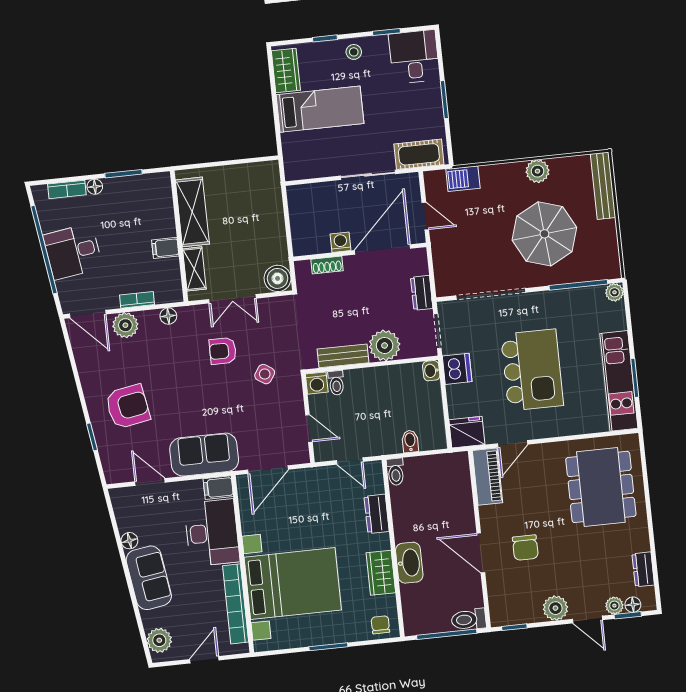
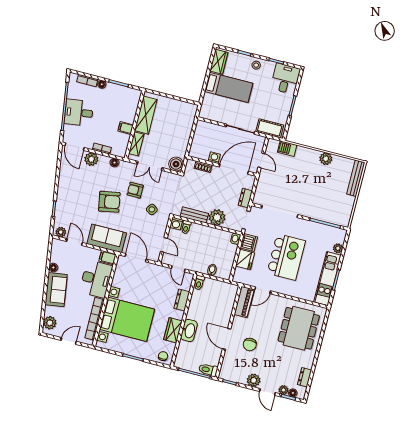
parasol: (544, 234) -> (318, 191), removed
plant: (614, 292) -> (338, 248), moved
armchair: (128, 407) -> (109, 202), moved
fridge: (467, 432) -> (245, 260), moved, turned 90
door: (268, 470) -> (136, 258), swing flipped
plant: (119, 473) -> (61, 232), added

